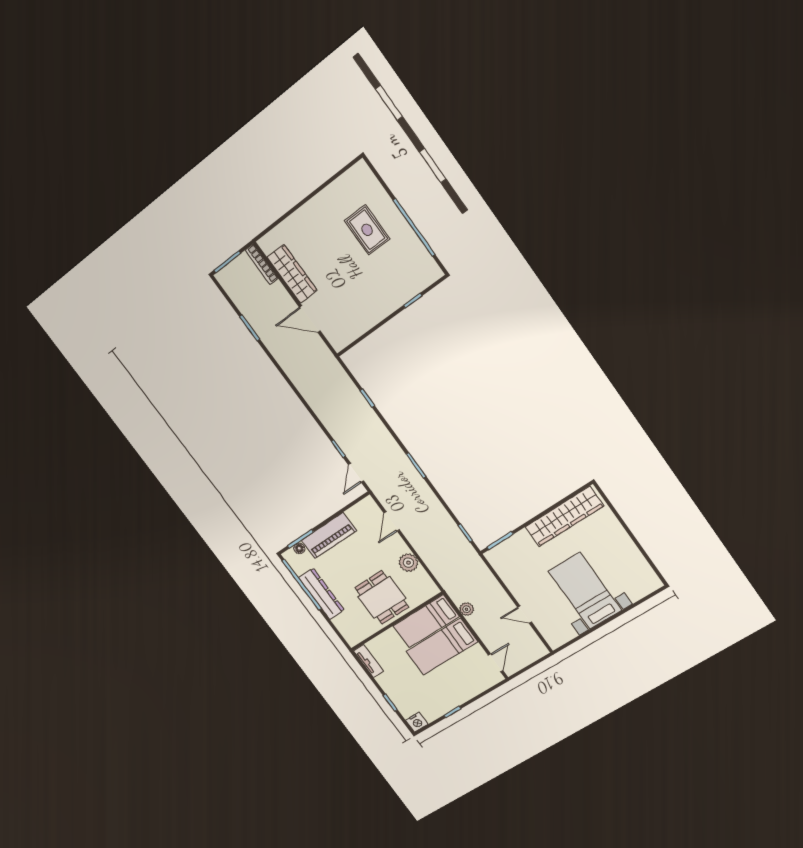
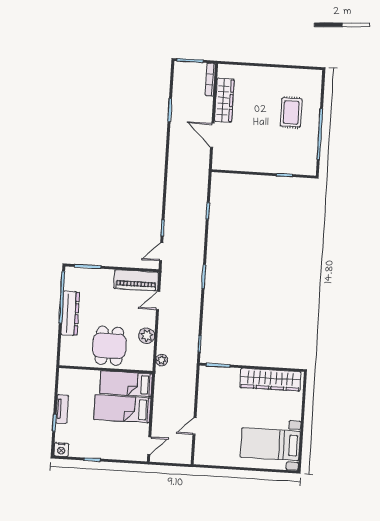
piano: (329, 536) -> (136, 280), moved
floor lamp: (299, 548) -> (81, 272), removed
bed with nightstands: (585, 591) -> (270, 444), moved, turned -90
plant: (467, 609) -> (162, 360), moved
door: (525, 615) -> (195, 426), hinge flipped
tv unit: (368, 661) -> (62, 409), moved

